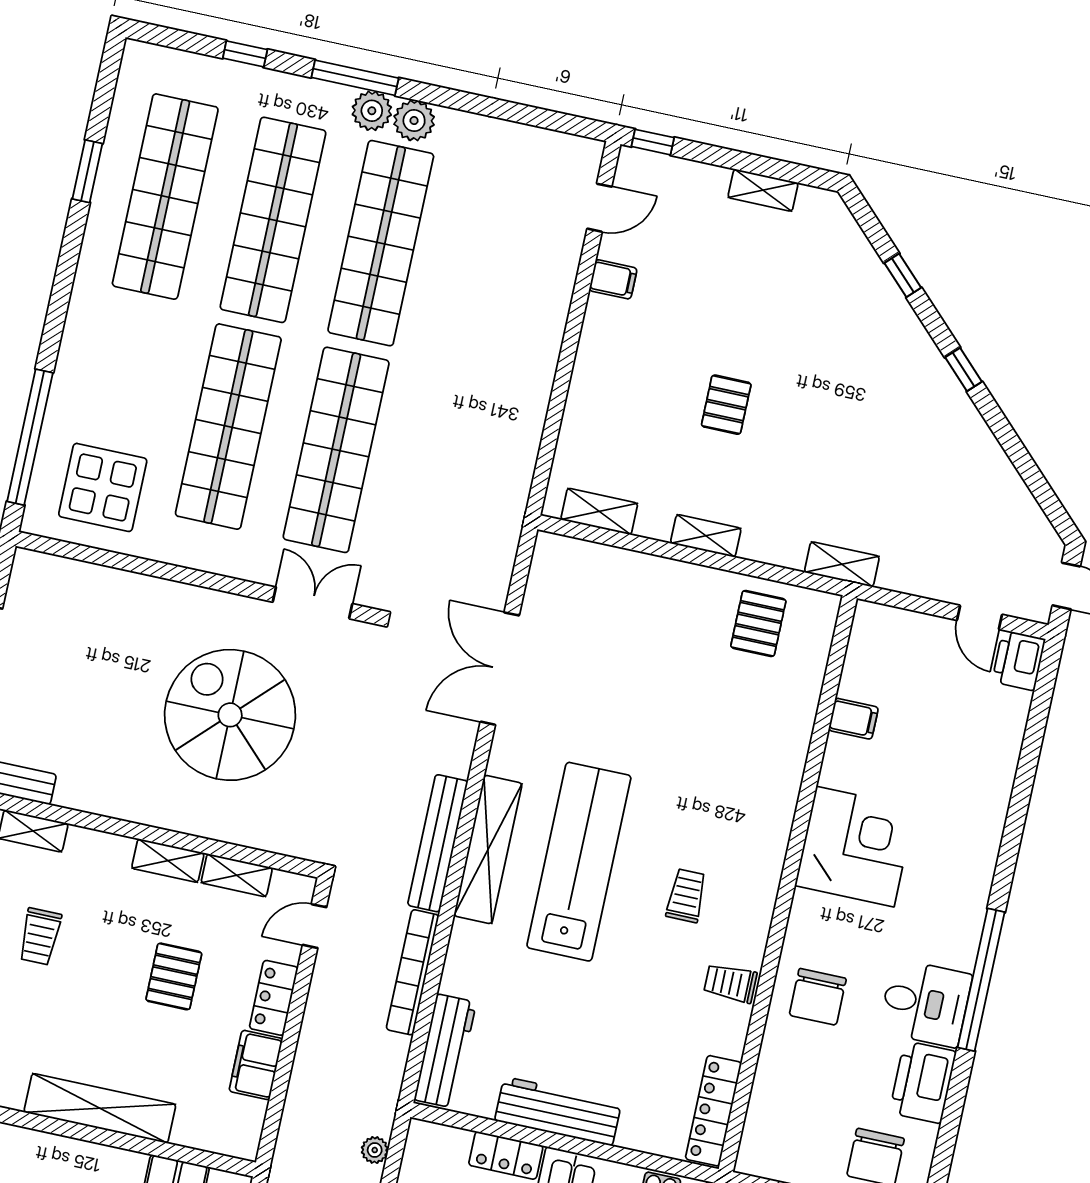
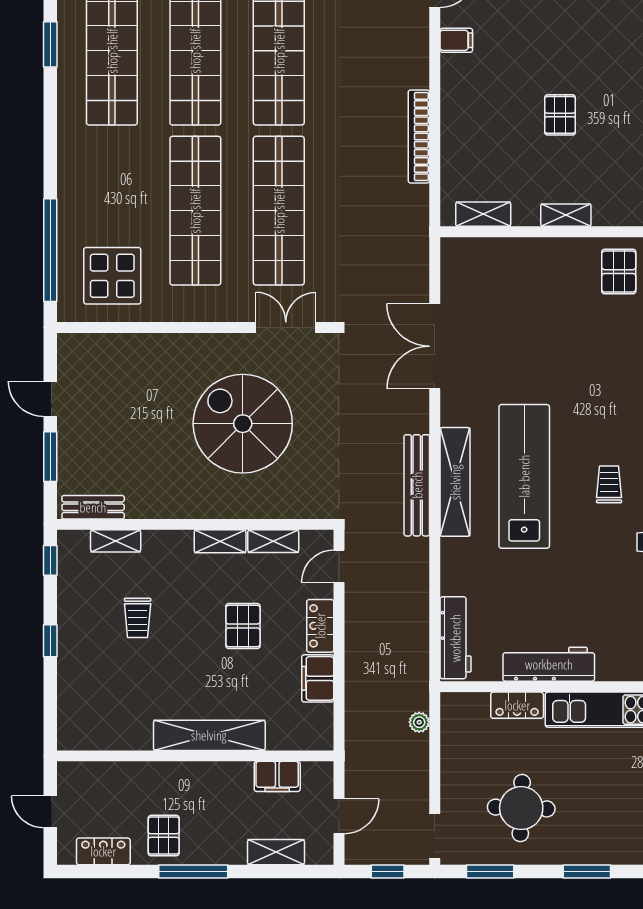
bookcase: (413, 972) -> (419, 137), moved

